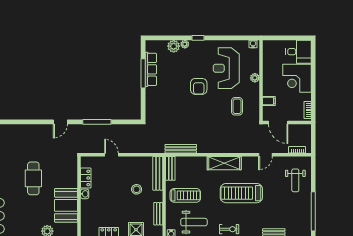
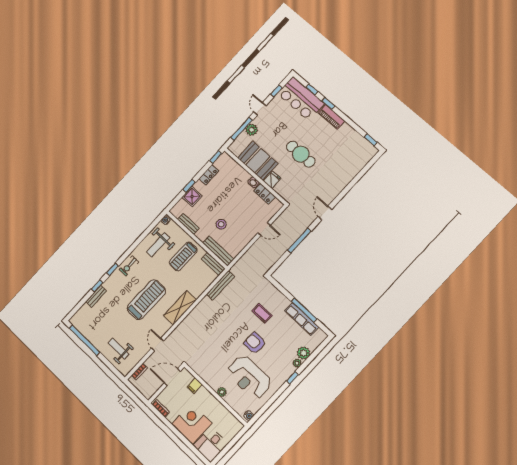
reception desk: (226, 68) -> (249, 377), turned 180
coffee table: (237, 106) -> (262, 313), moved
fridge: (71, 182) -> (272, 180), added

